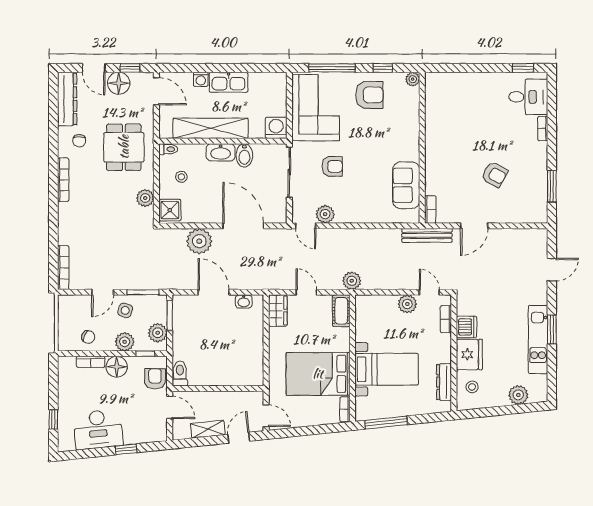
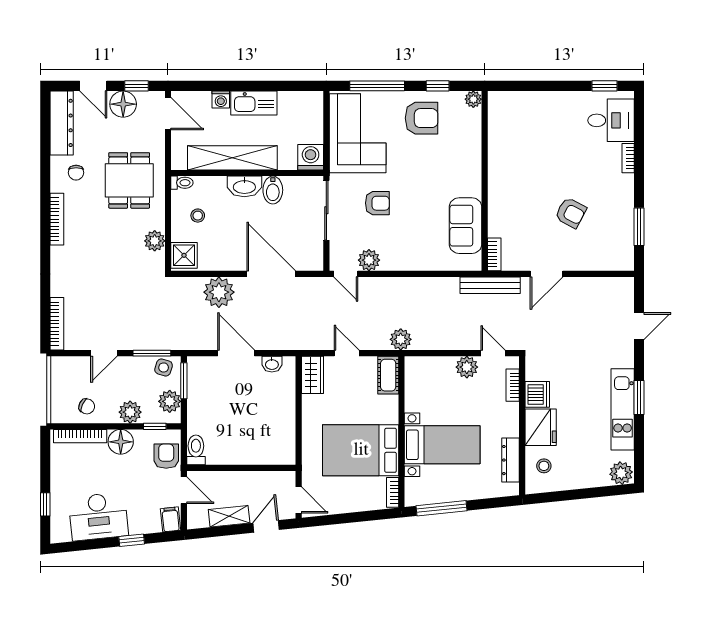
side table: (125, 310) -> (164, 367), moved
bookcase: (91, 362) -> (80, 436), width x1.56
plant: (518, 395) -> (621, 473), moved
filing cabinet: (159, 432) -> (171, 519), added

